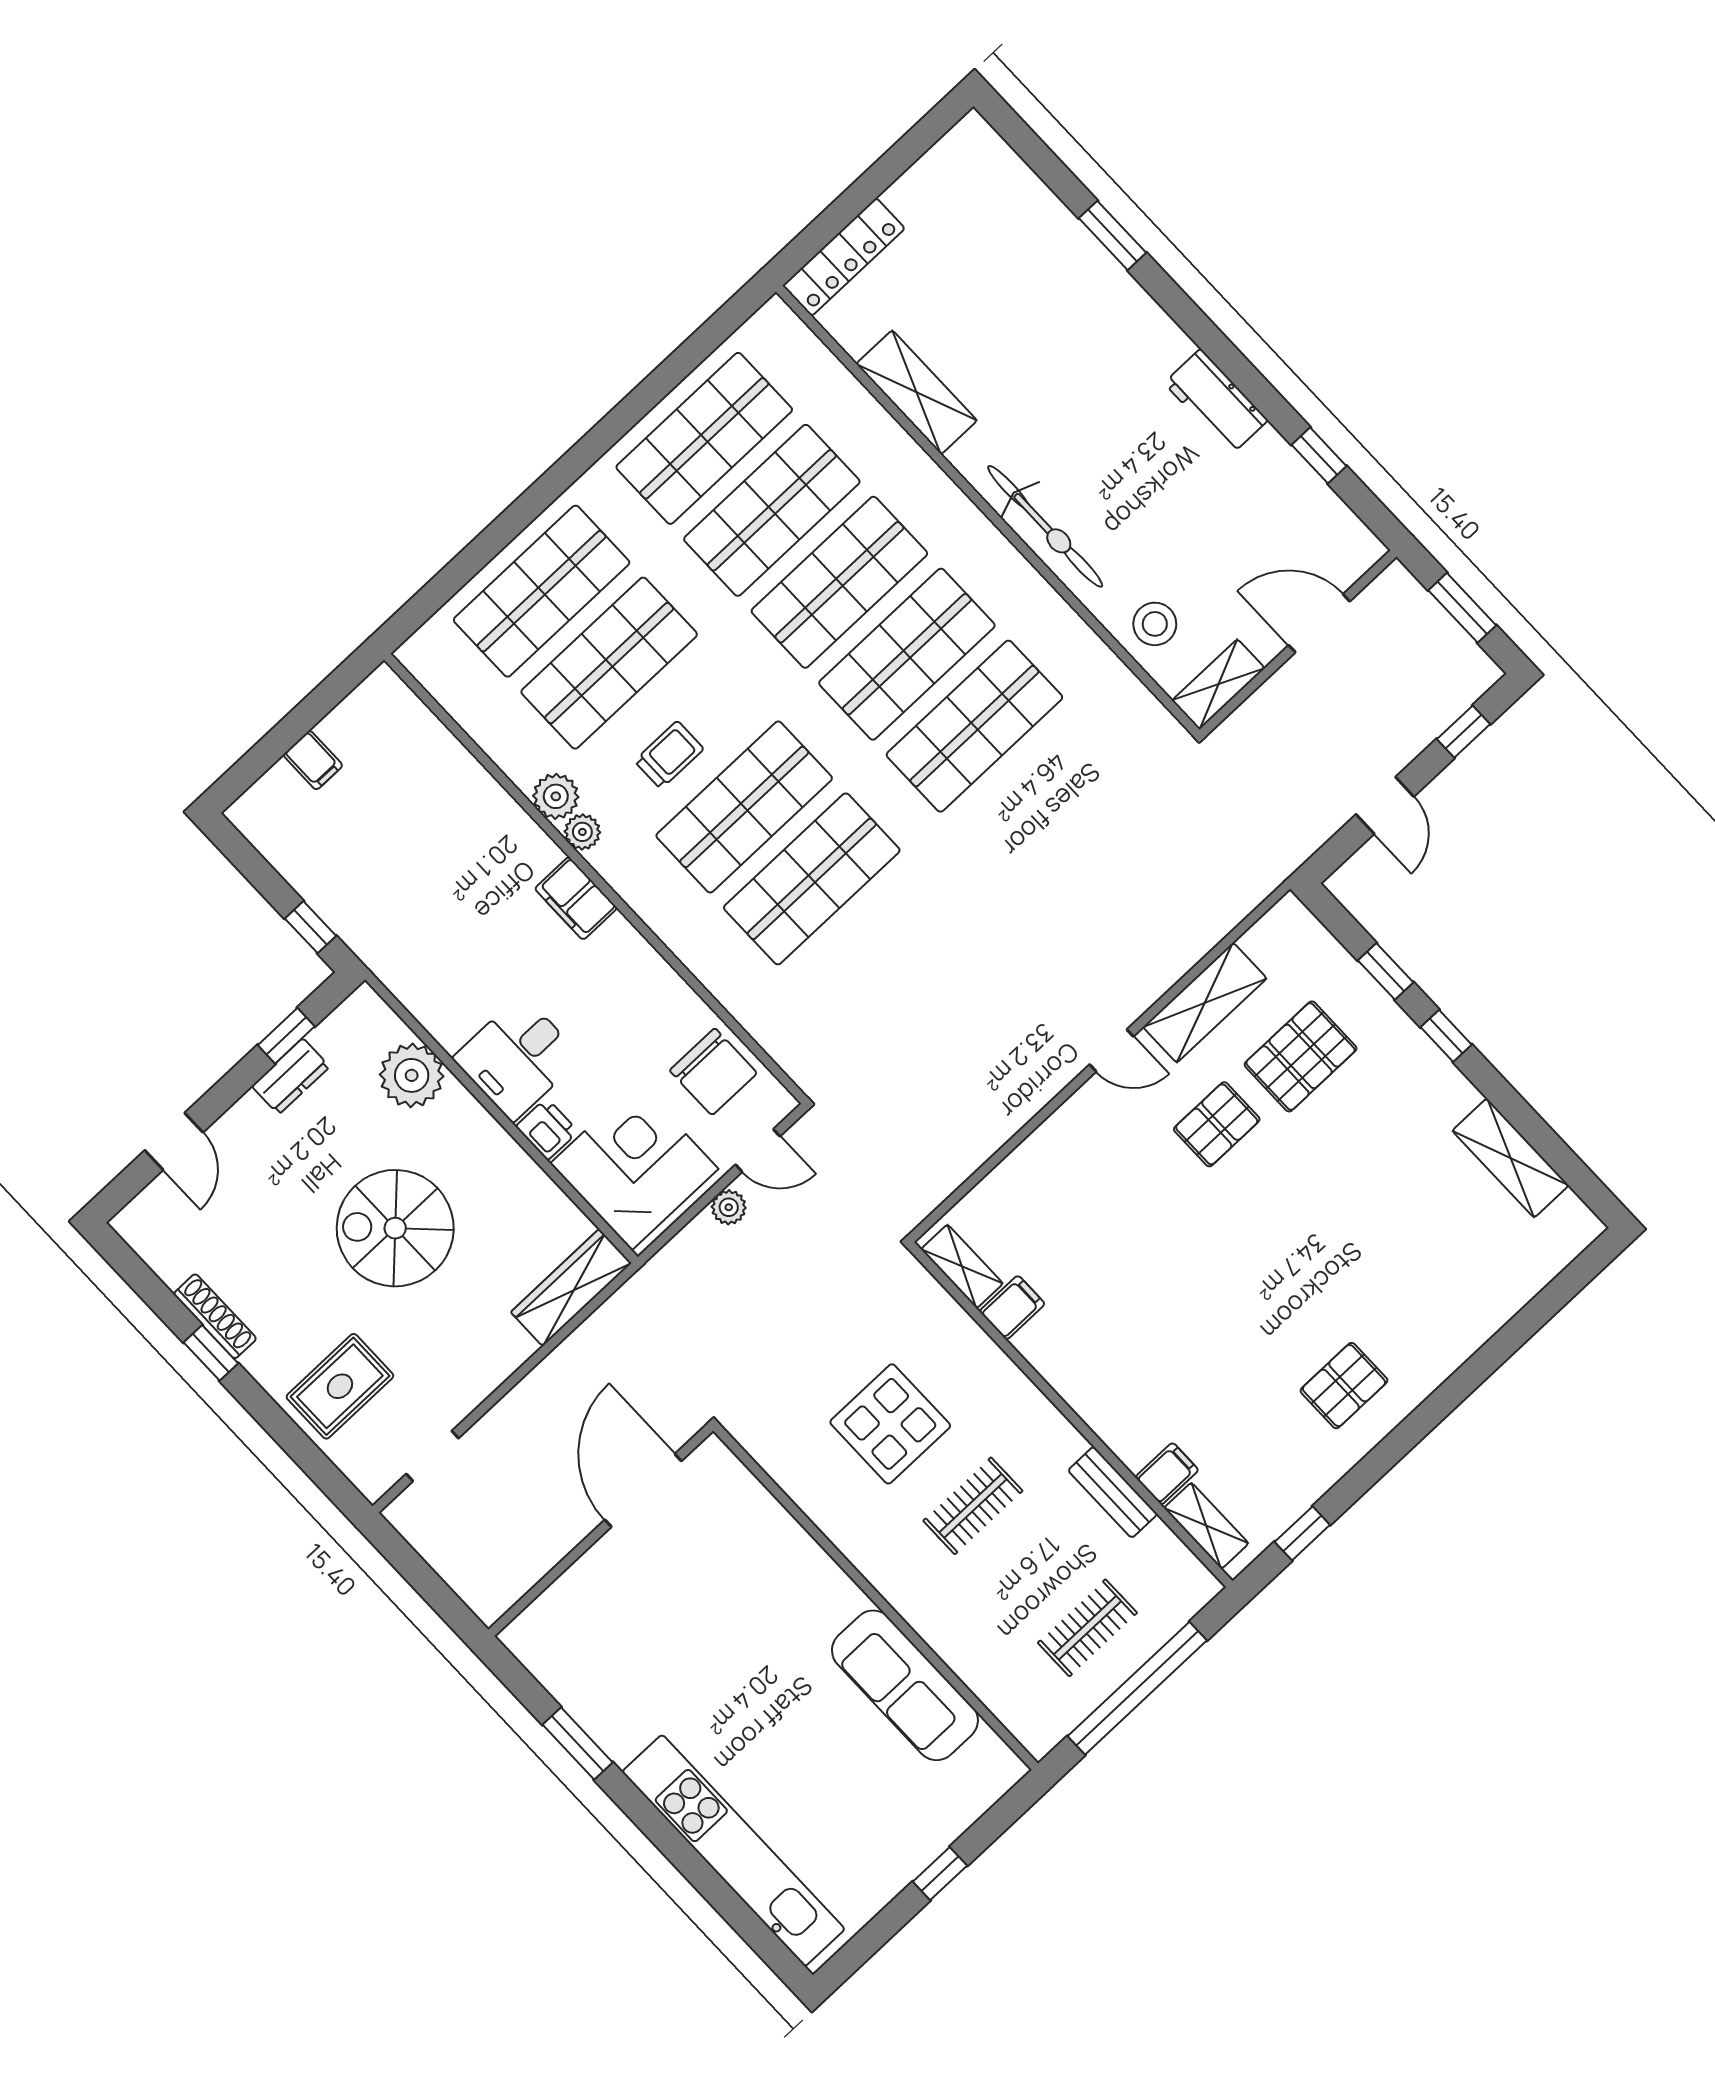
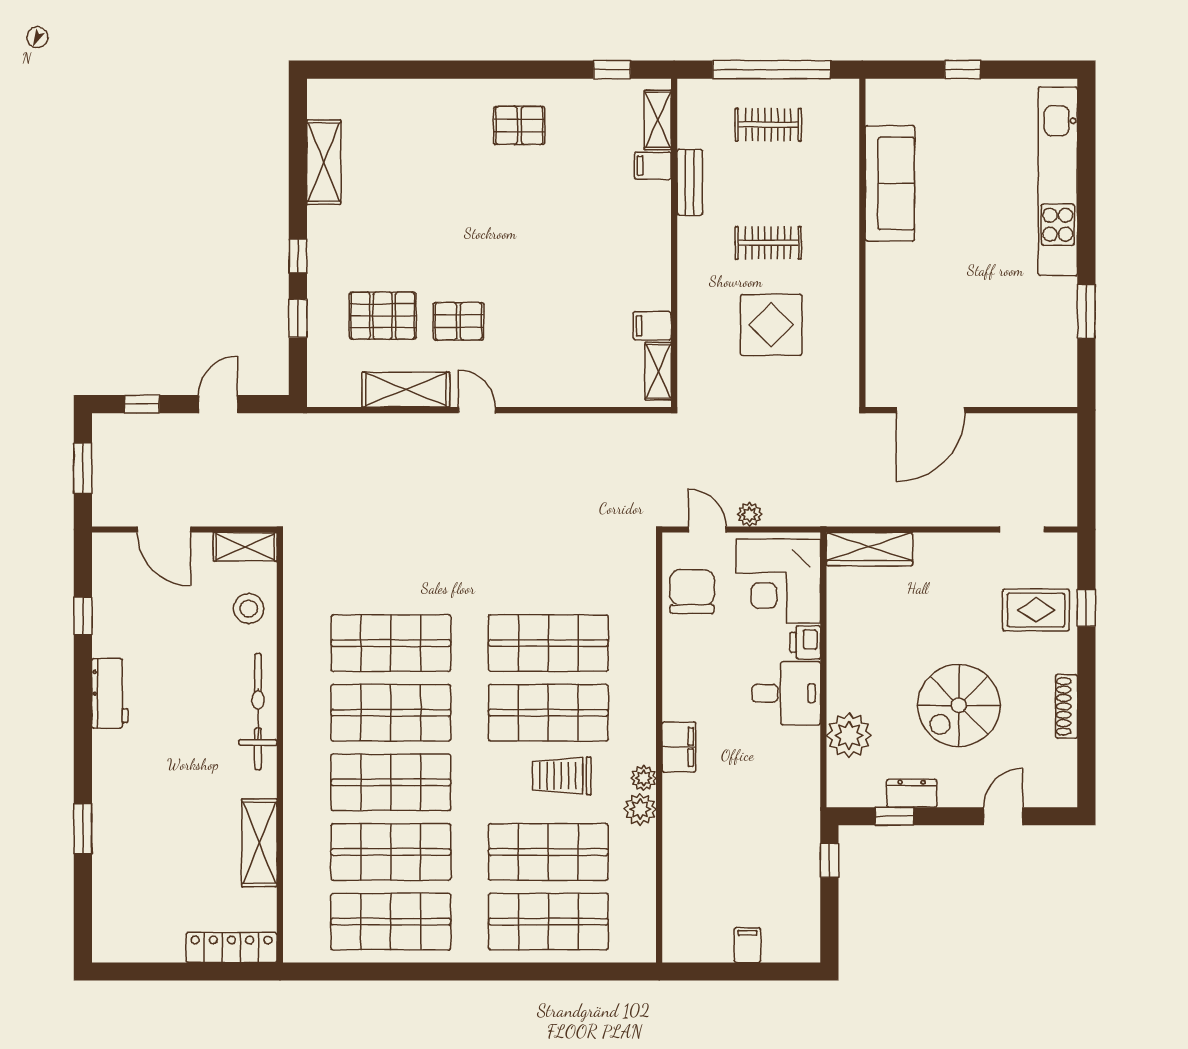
trolley: (669, 755) -> (562, 776), width x1.36, depth x1.39
spiral stairs: (395, 1228) -> (959, 705), moved, turned 90
window: (211, 1353) -> (1086, 608), moved

